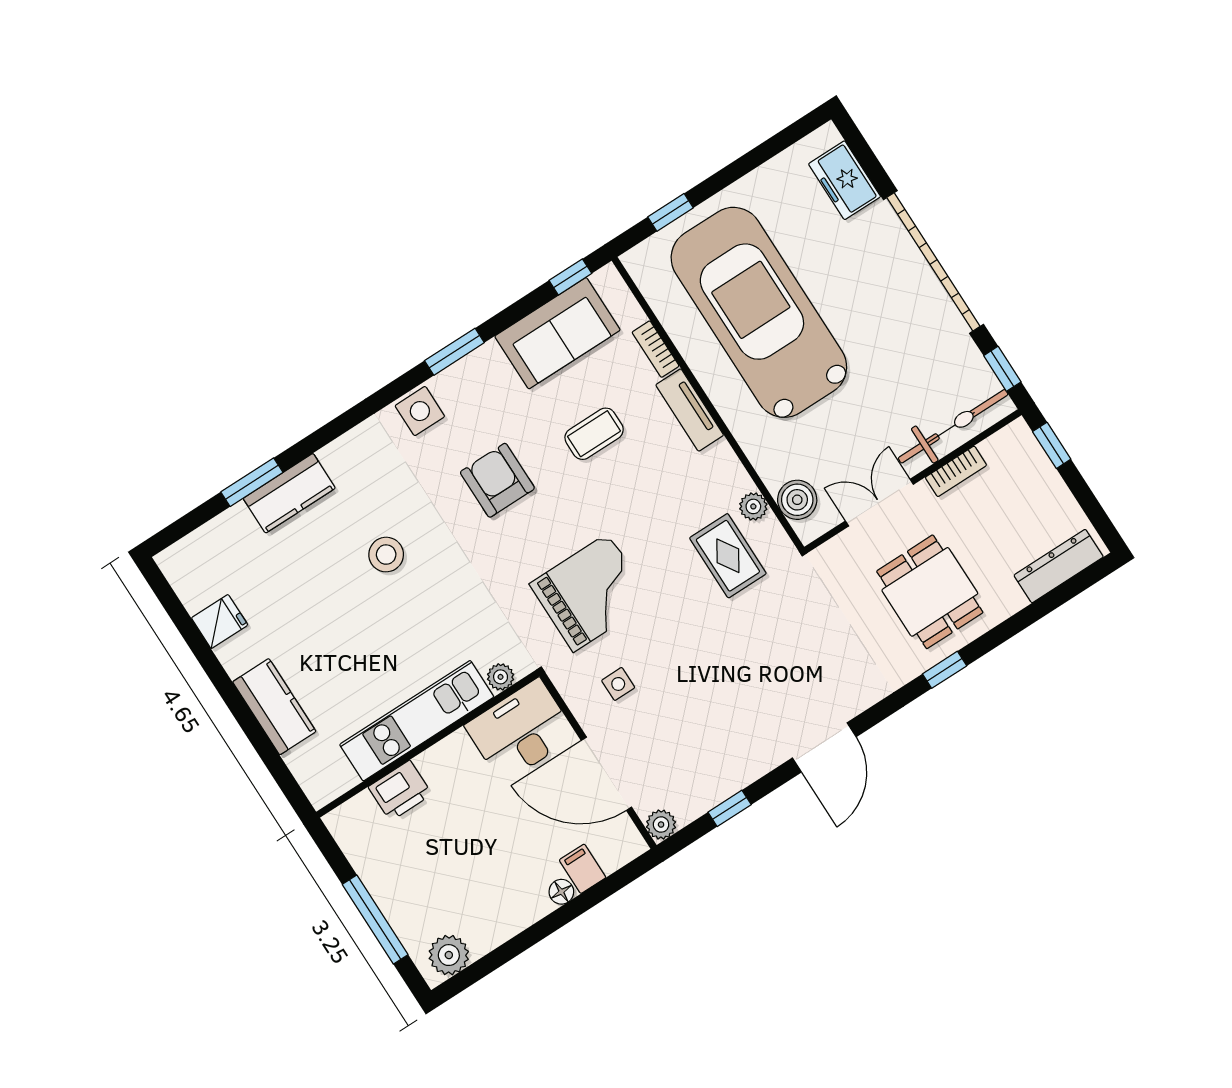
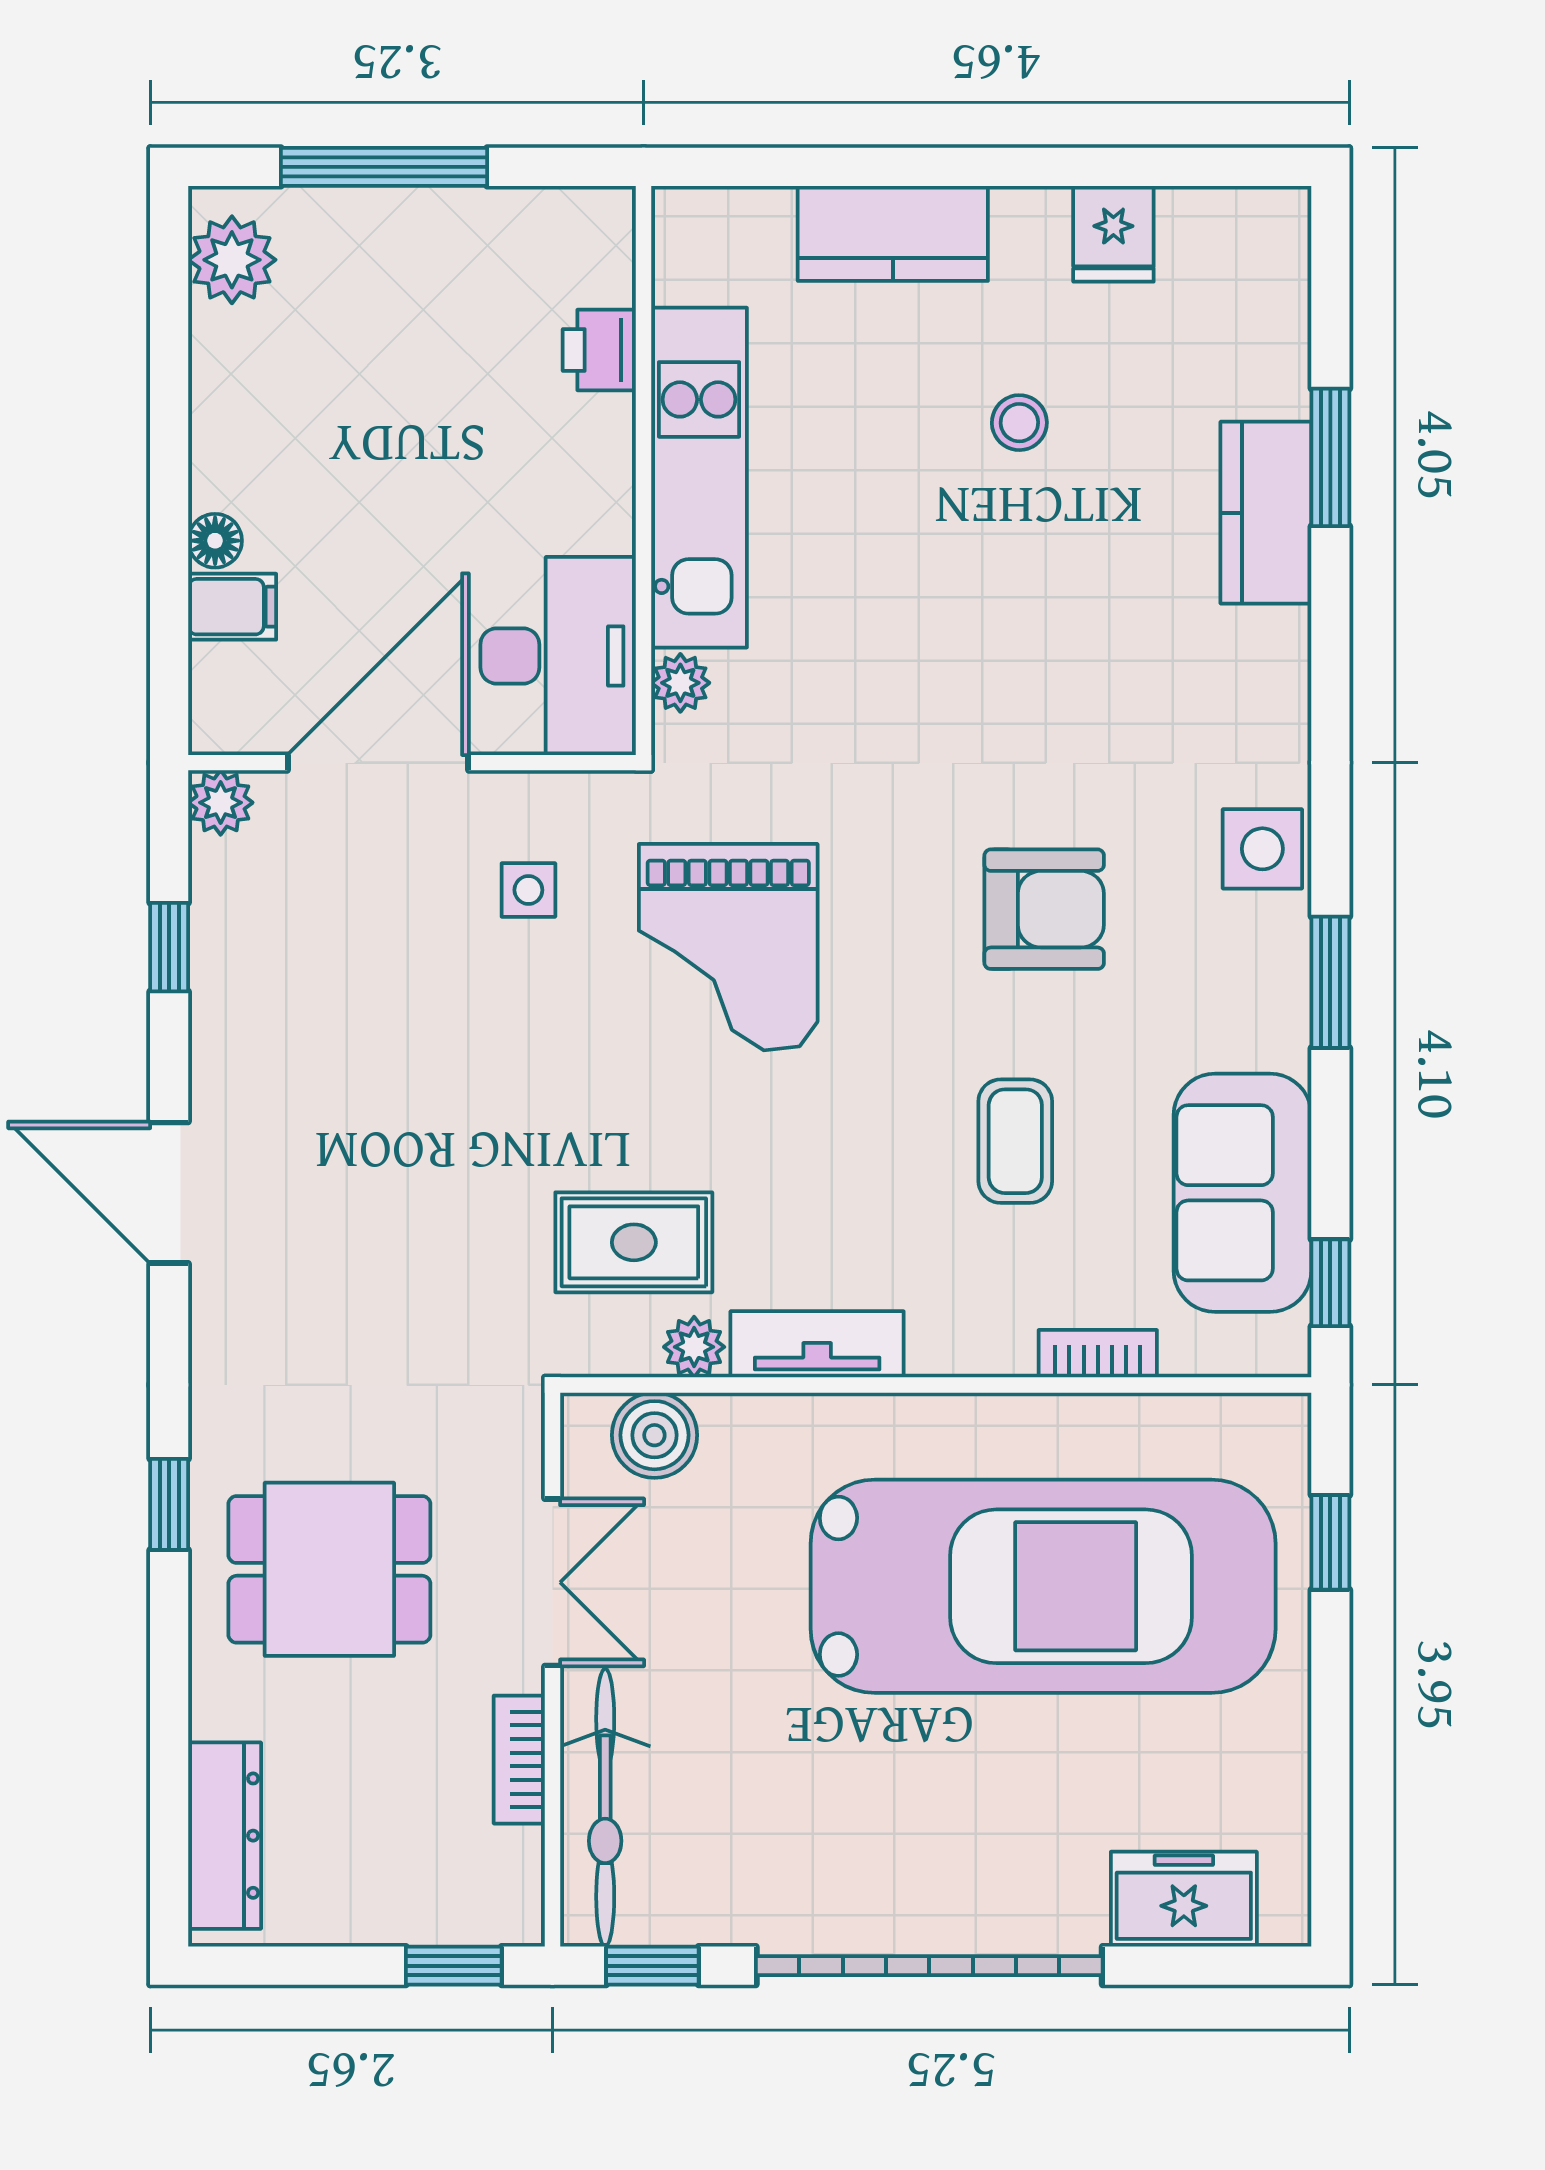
tv unit: (690, 410) -> (817, 1344), moved
stool: (386, 555) -> (1019, 423), moved, width x0.73, depth x0.73
printer: (400, 791) -> (599, 350), width x0.73, depth x0.81

